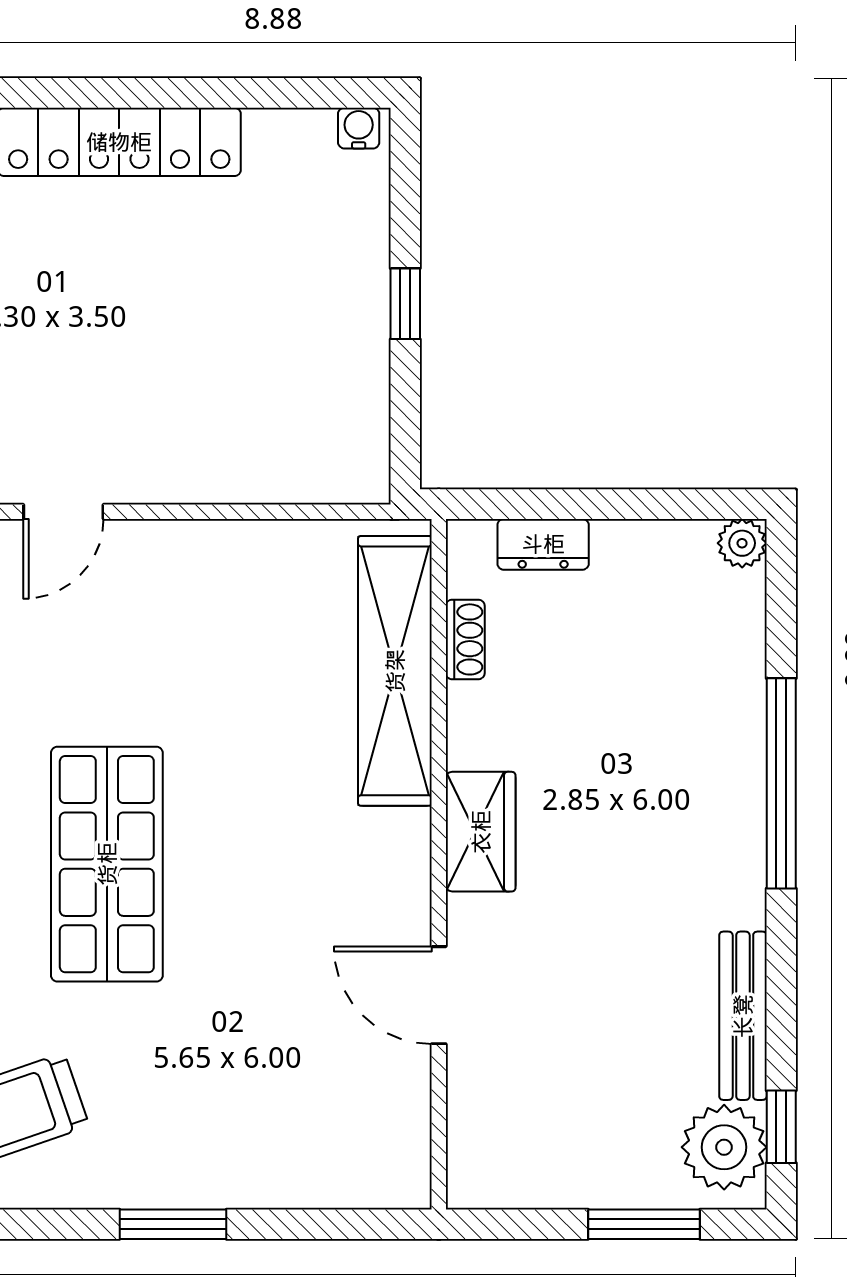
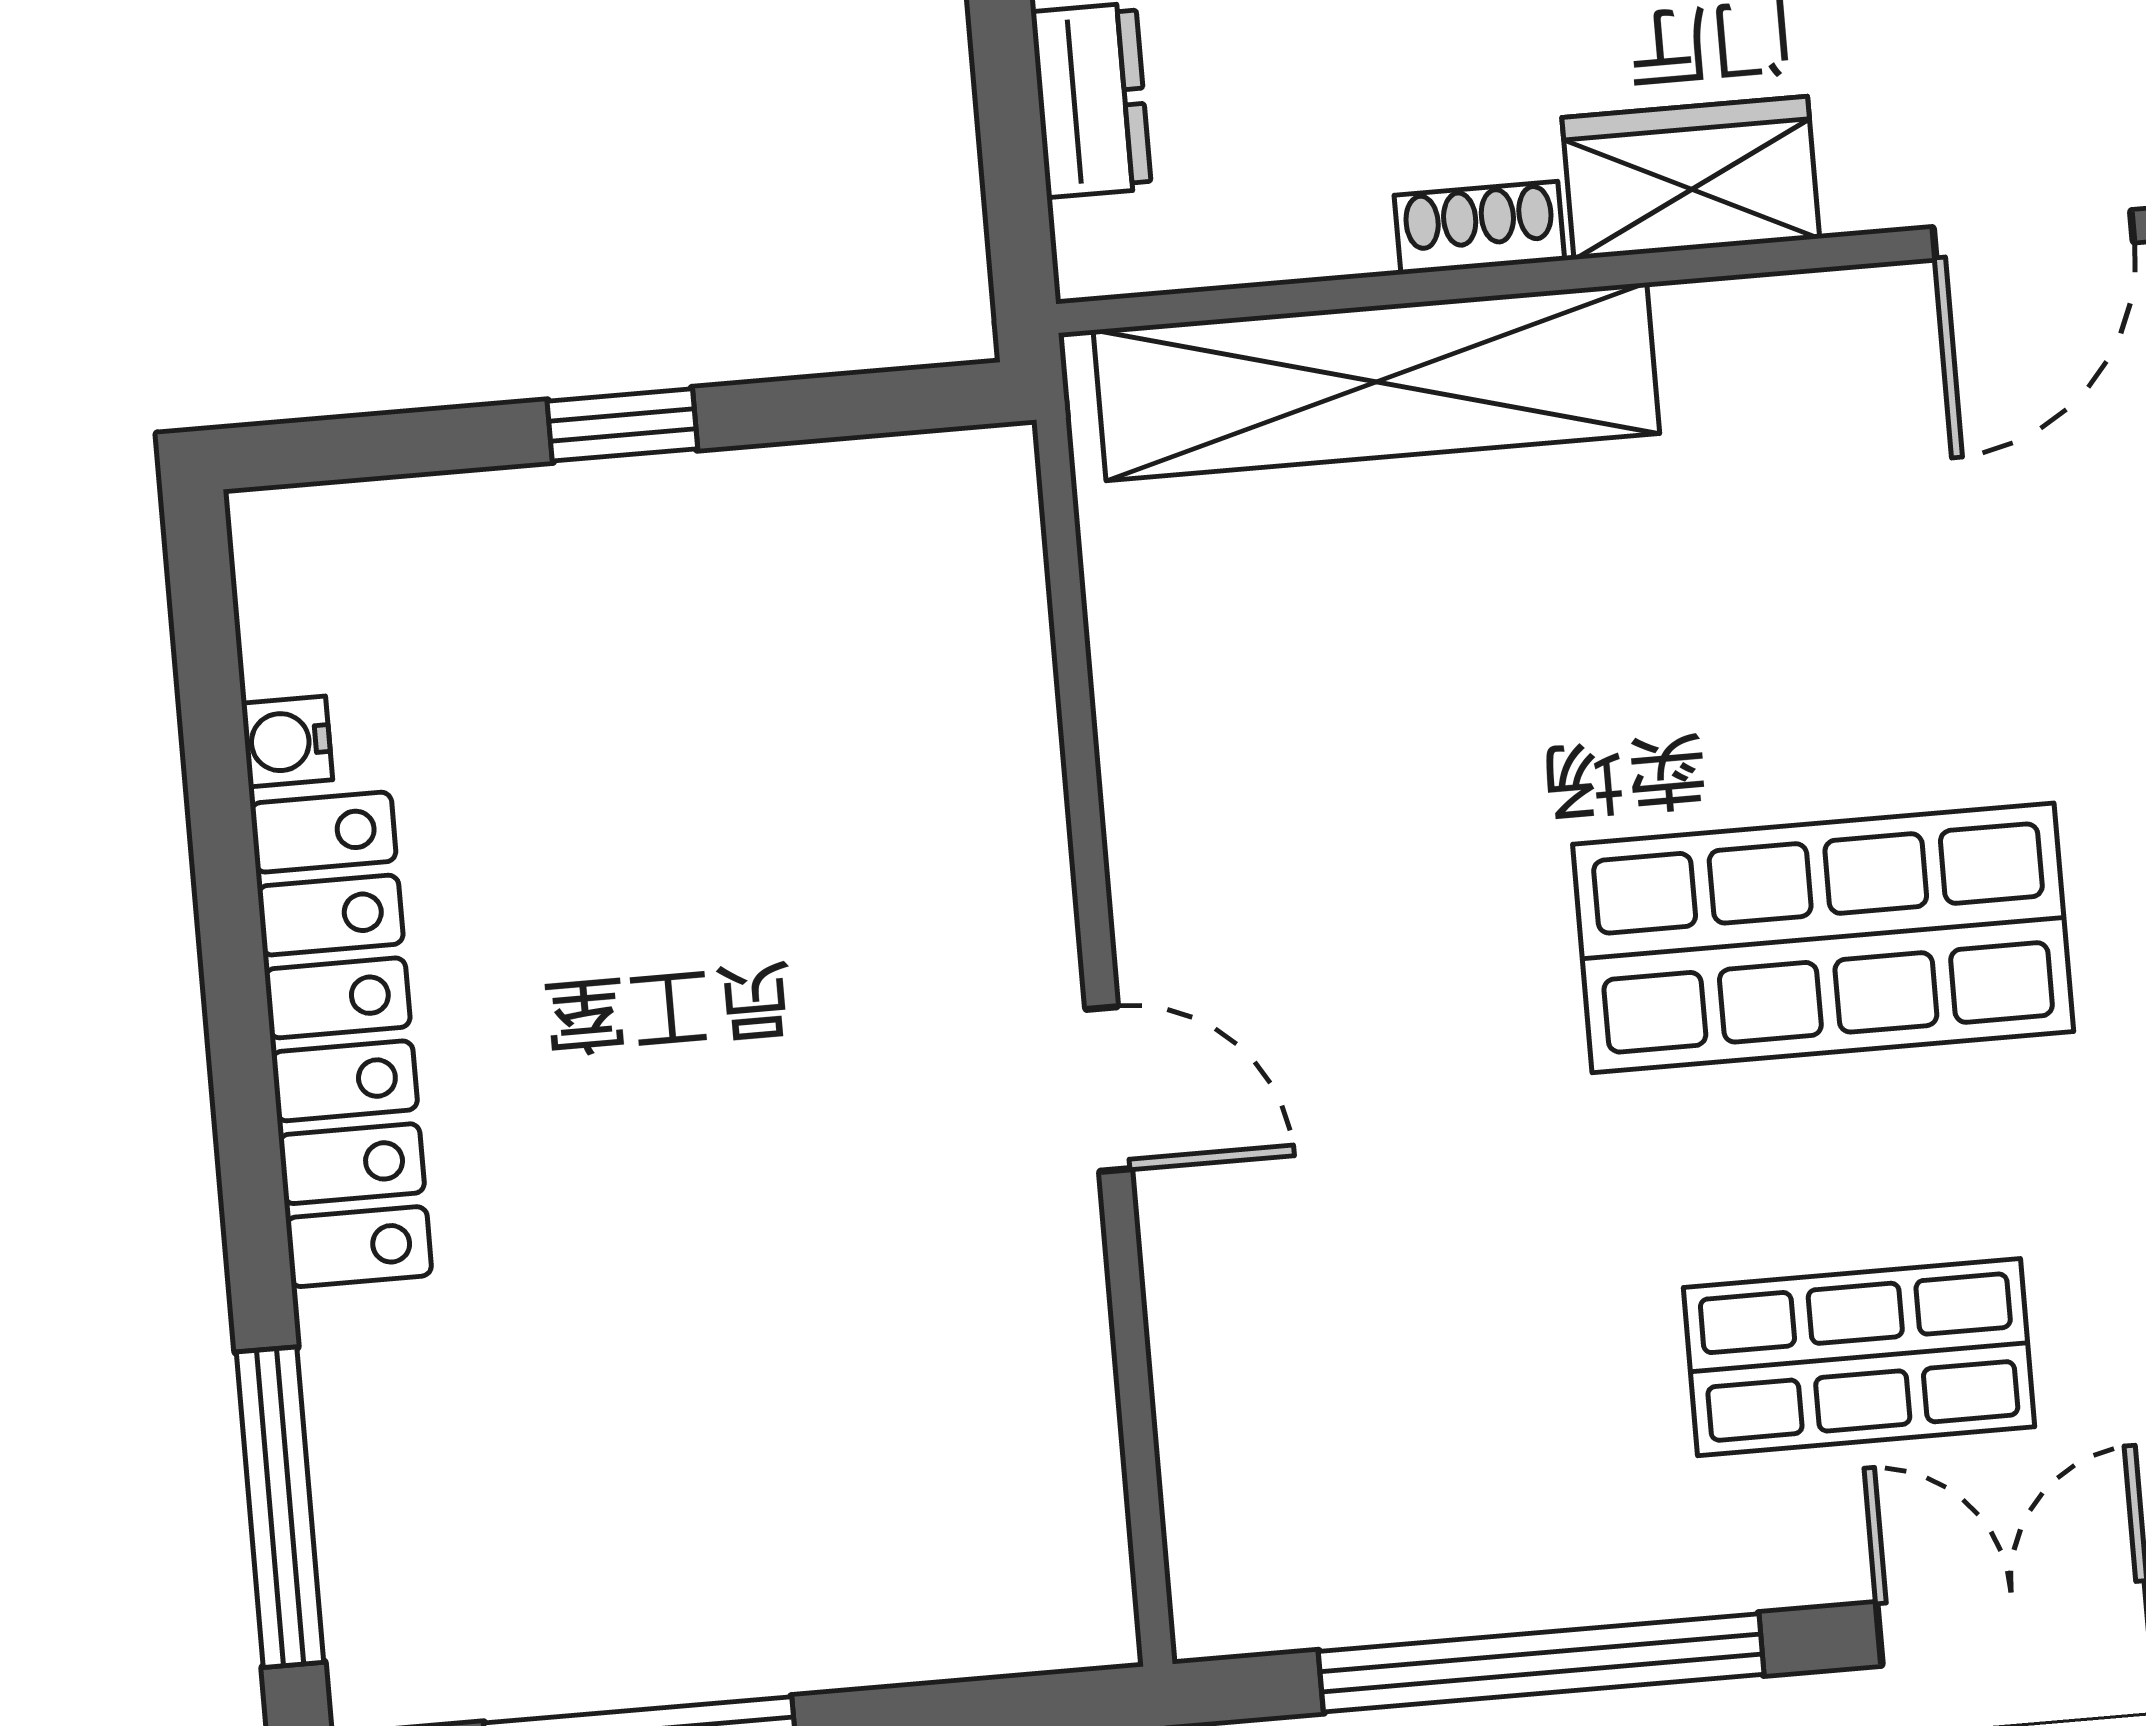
water cooler: (359, 128) -> (287, 742), moved
shoe rack: (465, 639) -> (1479, 228), moved

